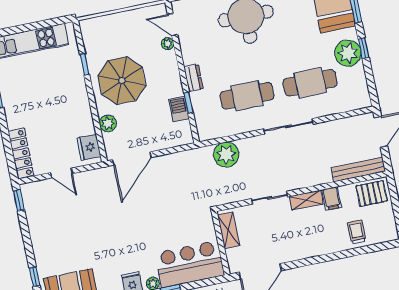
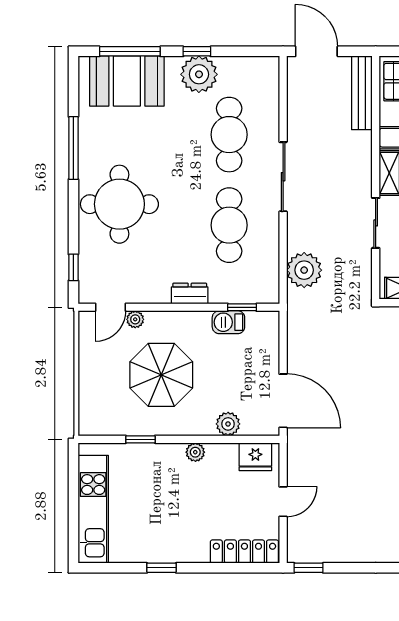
parasol: (122, 81) -> (161, 375), moved
window: (189, 103) -> (242, 307), moved
plant: (83, 105) -> (195, 452), added

